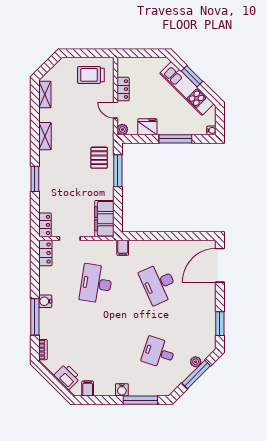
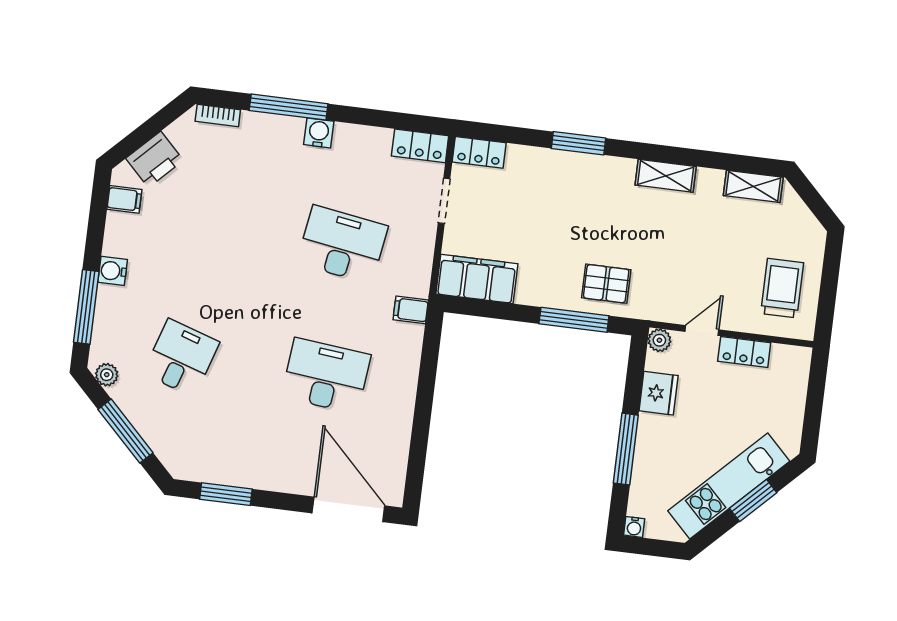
desk: (159, 284) -> (326, 376), turned 30
plant: (196, 362) -> (107, 375), moved

